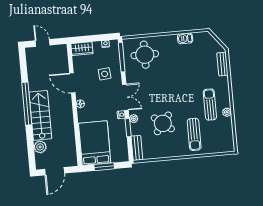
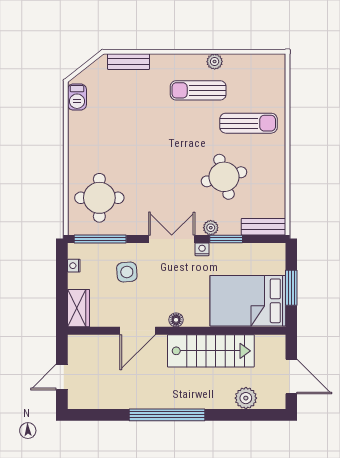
barbecue: (185, 38) -> (77, 97), moved
stairs: (40, 115) -> (211, 351), moved, turned 180
round table: (163, 123) -> (224, 177), turned 37

